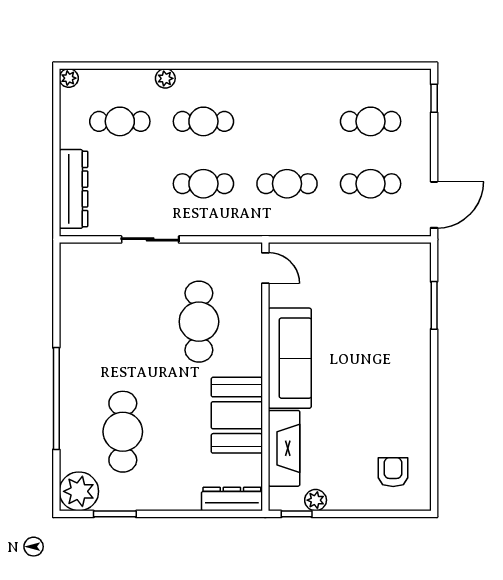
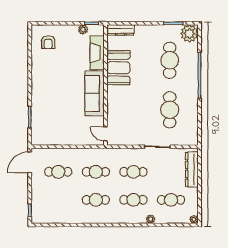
cafe table: (371, 121) -> (96, 200), moved
cafe table: (199, 322) -> (170, 110), moved

